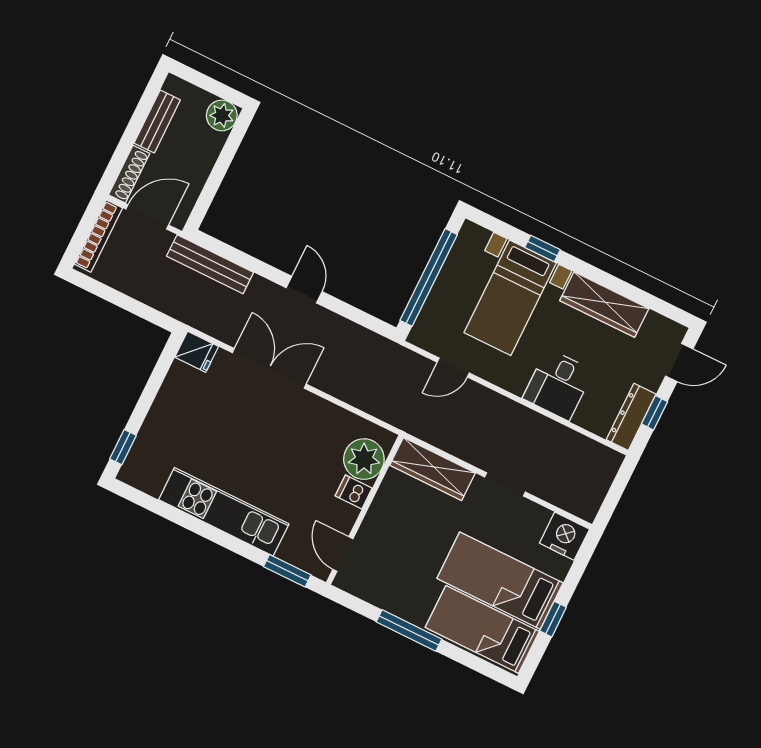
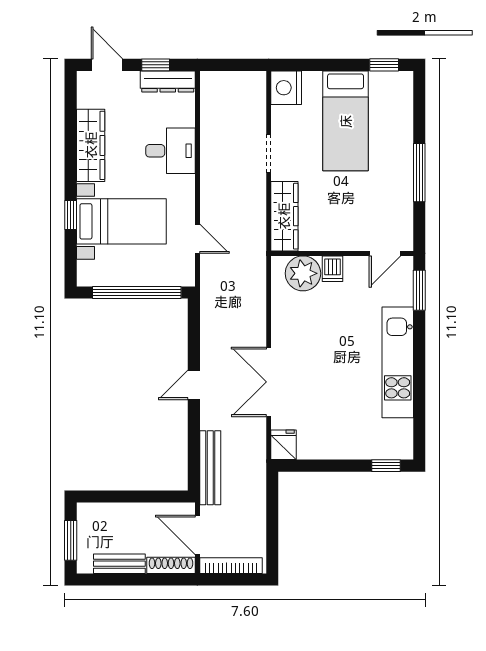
window: (206, 83) -> (71, 540), added
plant: (222, 115) -> (90, 516), removed
window: (553, 619) -> (384, 65), moved
bed: (482, 629) -> (390, 116), removed

